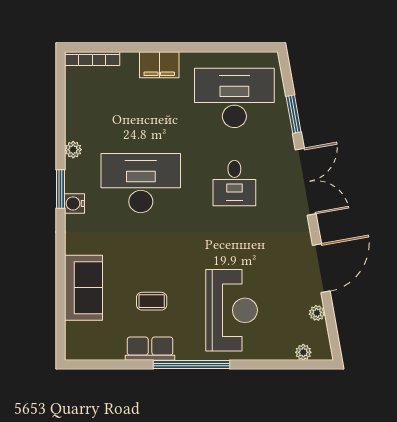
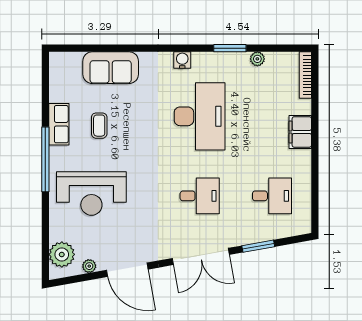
desk: (234, 98) -> (272, 196), width x0.53, depth x0.77
plant: (73, 150) -> (257, 59), moved
desk: (234, 183) -> (200, 196), turned 180
window: (61, 189) -> (230, 48), moved
plant: (303, 352) -> (62, 254), width x1.88, depth x1.88

